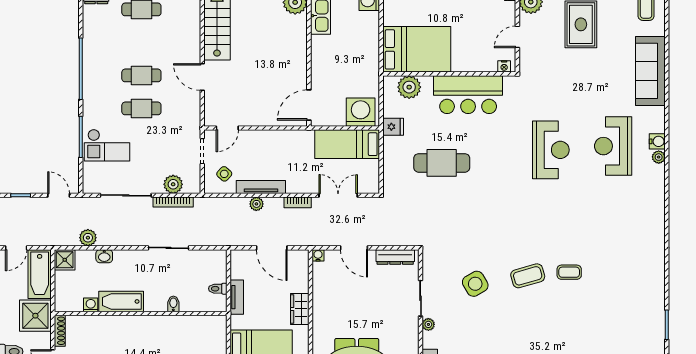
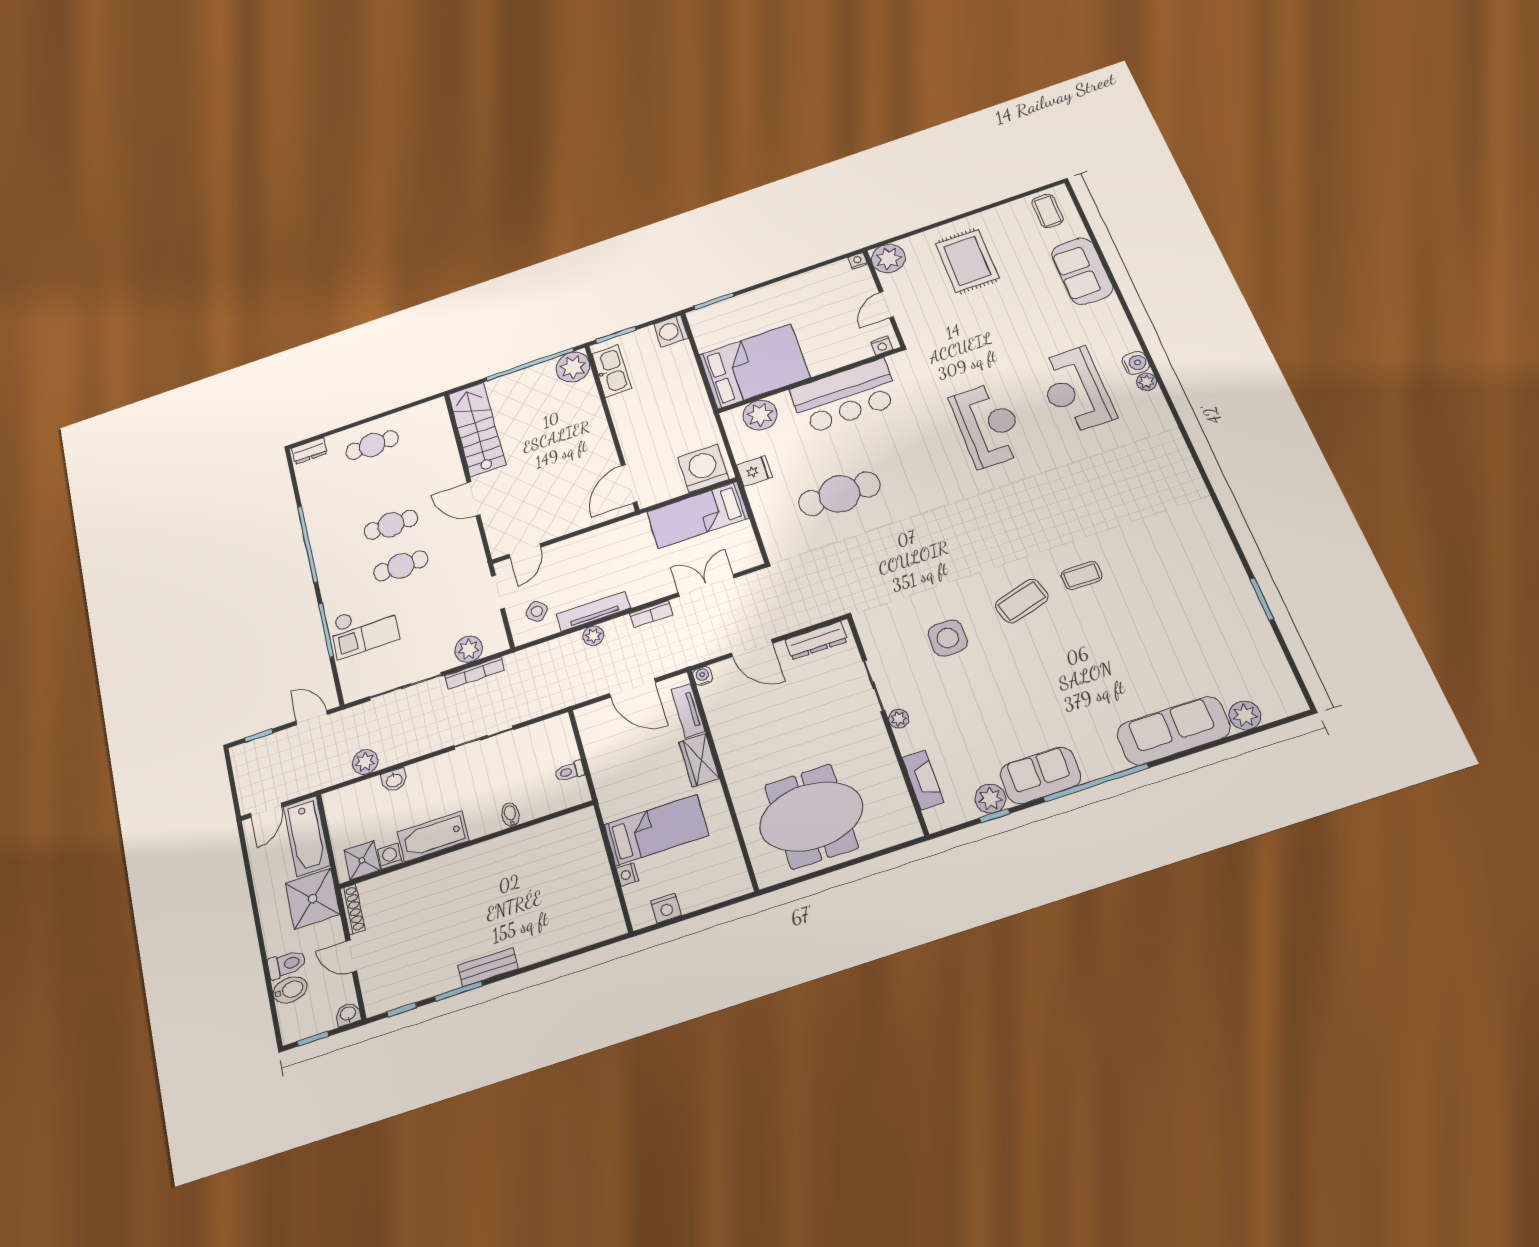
sofa: (650, 71) -> (1082, 271), width x0.73
shower: (65, 260) -> (362, 860), moved
side table: (475, 284) -> (948, 638), turned 30
tv unit: (237, 297) -> (688, 711), moved, turned 180

